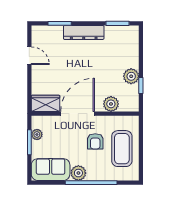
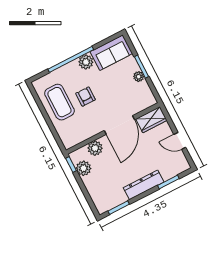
wardrobe: (46, 103) -> (151, 120), moved
plant: (111, 104) -> (95, 148), moved
door: (78, 114) -> (119, 125), moved
wall: (85, 114) -> (113, 128), moved

